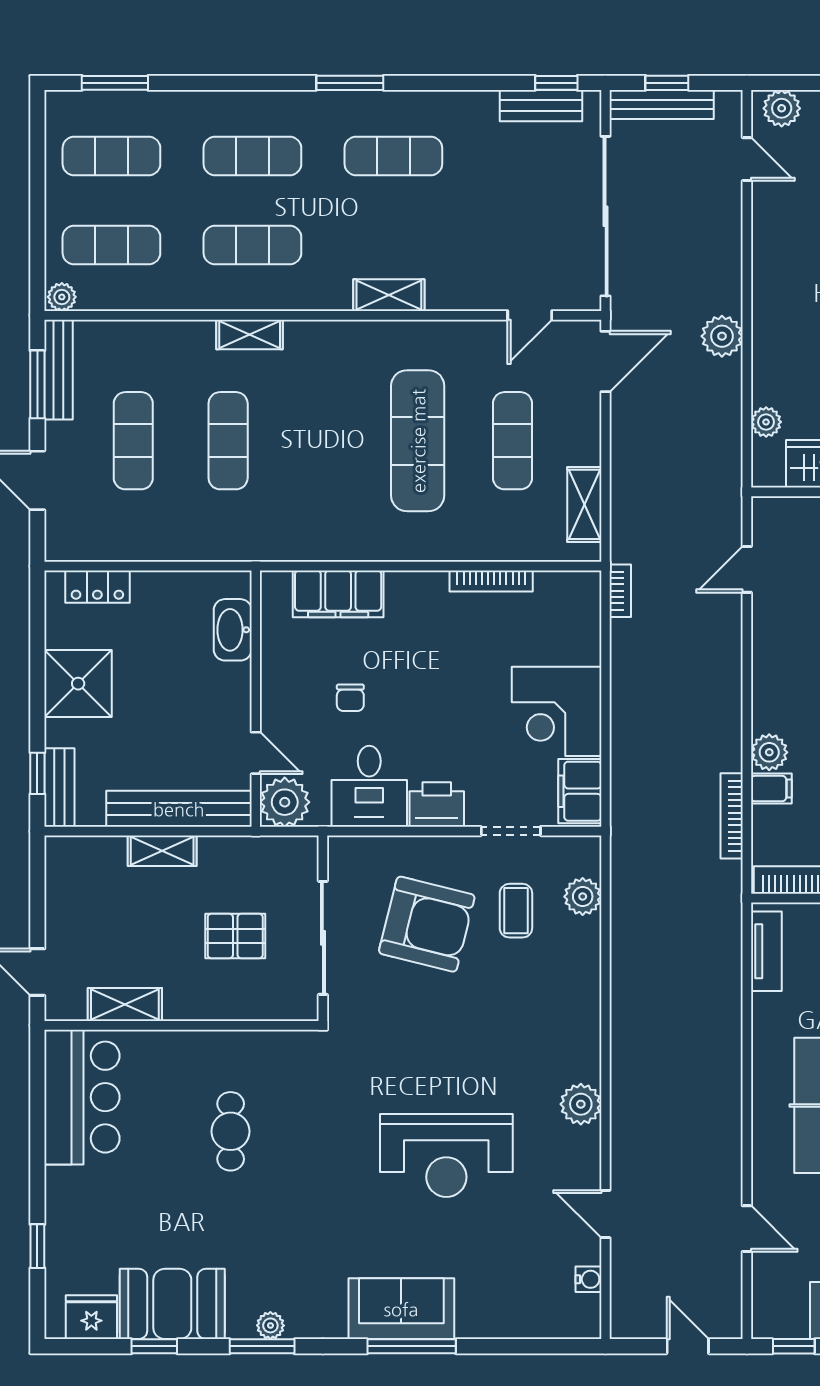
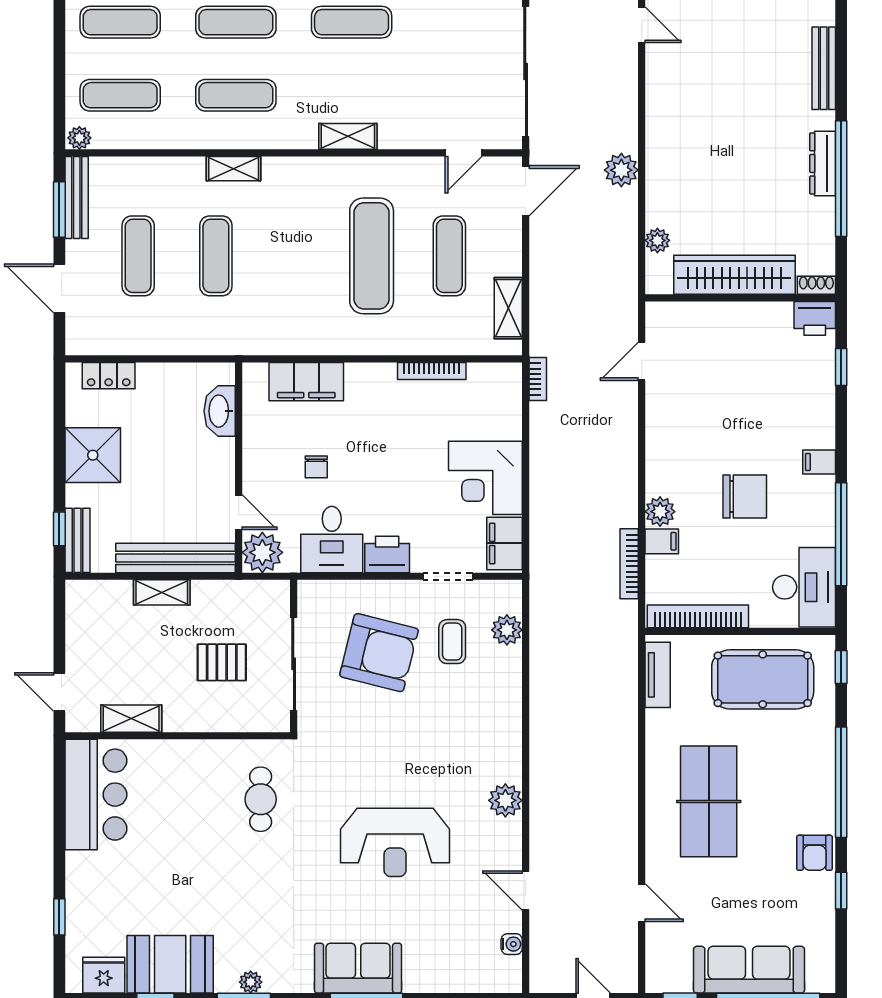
cafe table: (231, 1131) -> (261, 799), moved

